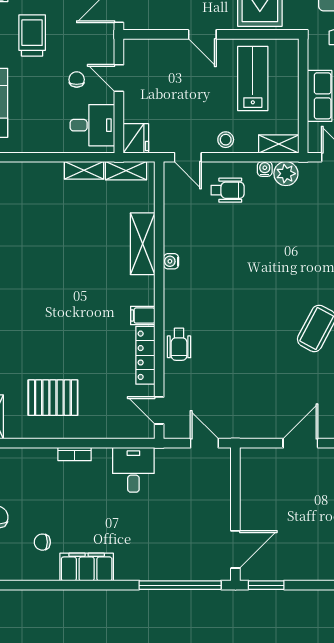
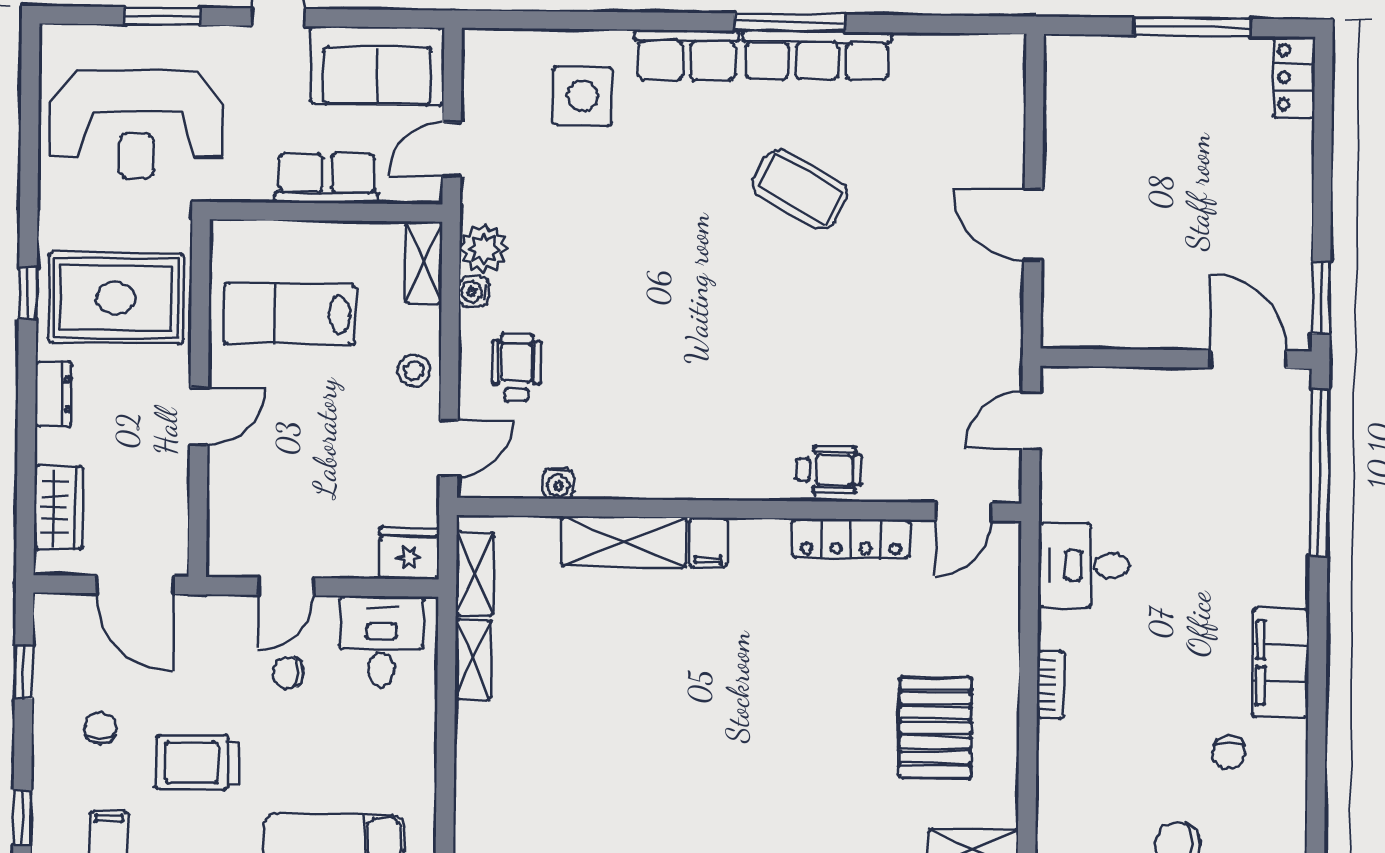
water cooler: (171, 261) -> (558, 483), moved
filing cabinet: (143, 316) -> (708, 542), moved

